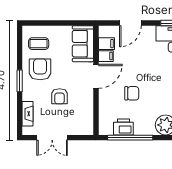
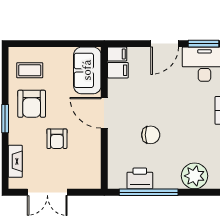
door: (130, 23) -> (165, 44), moved
filing cabinet: (106, 56) -> (117, 54), moved
armchair: (40, 69) -> (32, 104), turned 180
door: (96, 76) -> (104, 113), swing flipped

